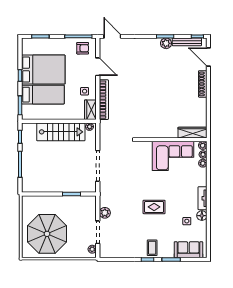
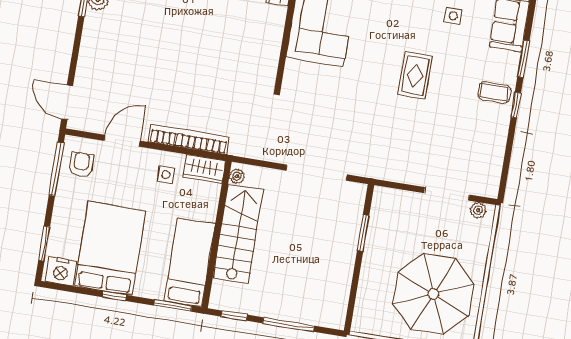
door: (112, 36) -> (67, 102), hinge flipped
nightstand: (28, 47) -> (61, 271), added
bed: (43, 95) -> (190, 262), moved
plant: (105, 213) -> (411, 174), removed

